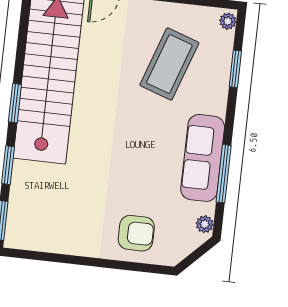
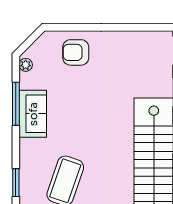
sofa: (203, 158) -> (33, 114), width x0.73

